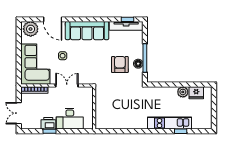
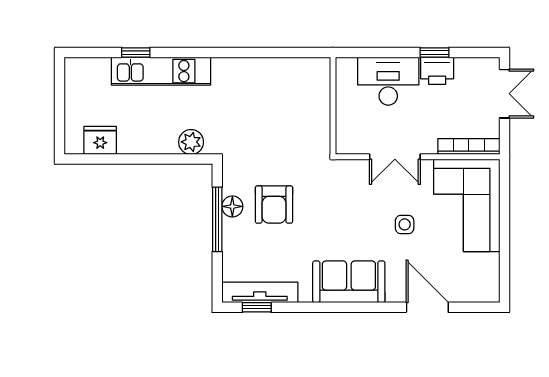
plant: (31, 29) -> (478, 285), removed
sofa: (87, 31) -> (349, 282), width x0.73
plant: (183, 92) -> (191, 142), moved

